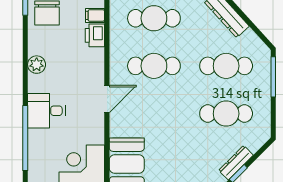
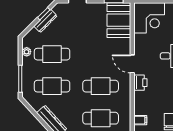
printer: (95, 35) -> (140, 83), moved
door: (107, 99) -> (132, 64), hinge flipped
plant: (264, 117) -> (27, 52), added

